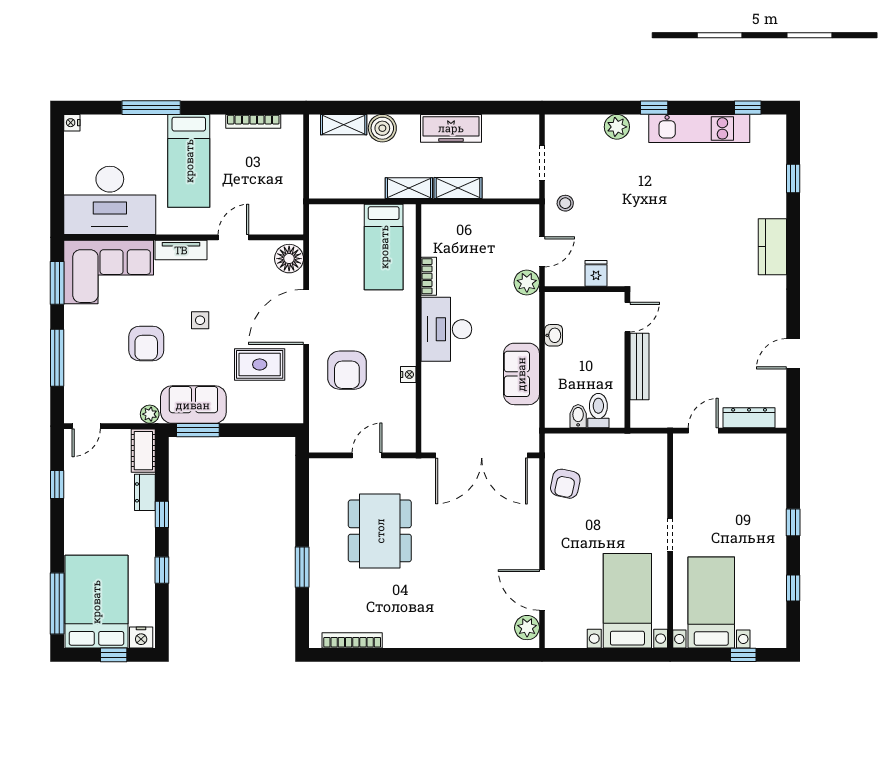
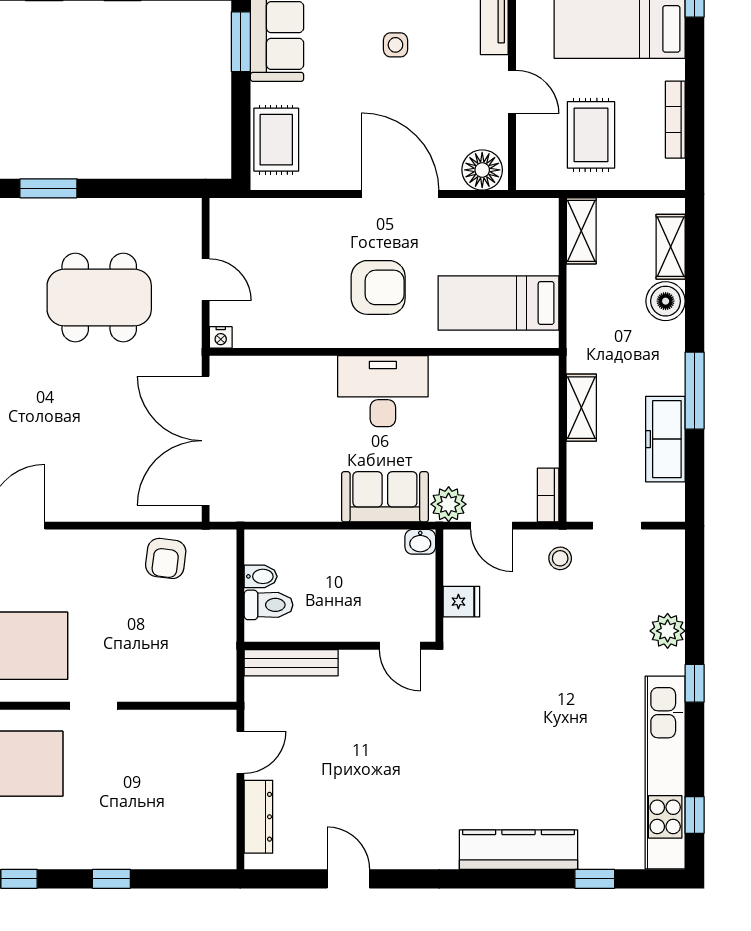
window: (446, 108) -> (695, 391), added
freezer: (451, 128) -> (665, 439), moved
kitchen unit: (699, 128) -> (665, 773), width x1.36
rug: (264, 181) -> (591, 135), added
shelving: (409, 188) -> (581, 231), moved
kitchen counter: (772, 247) -> (518, 850), width x1.50
bookcase: (429, 276) -> (548, 495), moved, turned 90
washbasin: (554, 335) -> (420, 542), moved
rug: (260, 364) -> (276, 140), moved
bench: (639, 367) -> (291, 663), moved
armchair: (347, 370) -> (378, 287), moved, turned 180
nightstand: (408, 374) -> (221, 337), moved
sofa: (521, 374) -> (385, 497), moved
door: (703, 431) -> (240, 752), hinge flipped
armchair: (565, 484) -> (166, 558), turned -95

